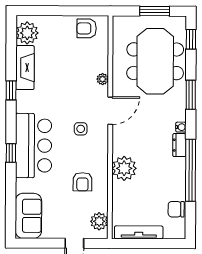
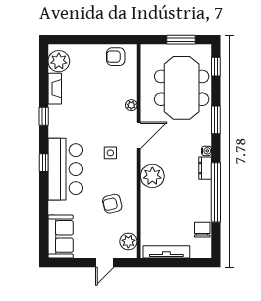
fireplace: (25, 68) -> (55, 89), width x0.73, depth x0.76
window: (11, 153) -> (44, 163), moved
plant: (124, 168) -> (152, 176), moved
armchair: (82, 182) -> (112, 204), turned 76
chair: (176, 209) -> (202, 230), turned 90

